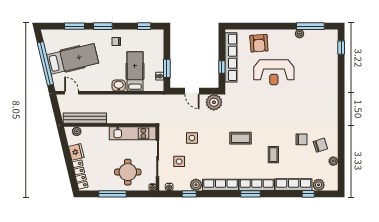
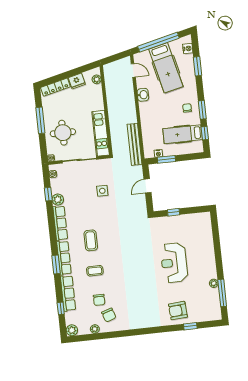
window: (103, 26) -> (202, 110), moved
nightstand: (55, 34) -> (188, 49), added
armchair: (259, 43) -> (178, 311), moved
window: (341, 48) -> (190, 326), moved
row of seats: (231, 57) -> (184, 220), removed
hospital bed: (135, 71) -> (183, 134), moved, turned 180
washbasin: (119, 85) -> (143, 95), moved
door: (72, 93) -> (133, 70), hinge flipped
plant: (214, 102) -> (139, 208), removed
bench: (85, 118) -> (135, 144), moved
coffee table: (241, 138) -> (91, 240), moved
chair: (302, 139) -> (99, 300), moved
side table: (179, 161) -> (78, 181), removed
plant: (319, 185) -> (72, 330), moved
window: (250, 194) -> (56, 265), moved

